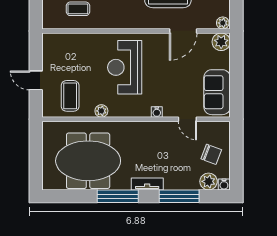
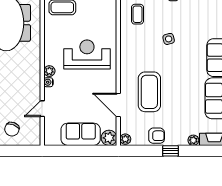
sofa: (217, 92) -> (81, 134), moved
plant: (101, 111) -> (49, 71), moved

